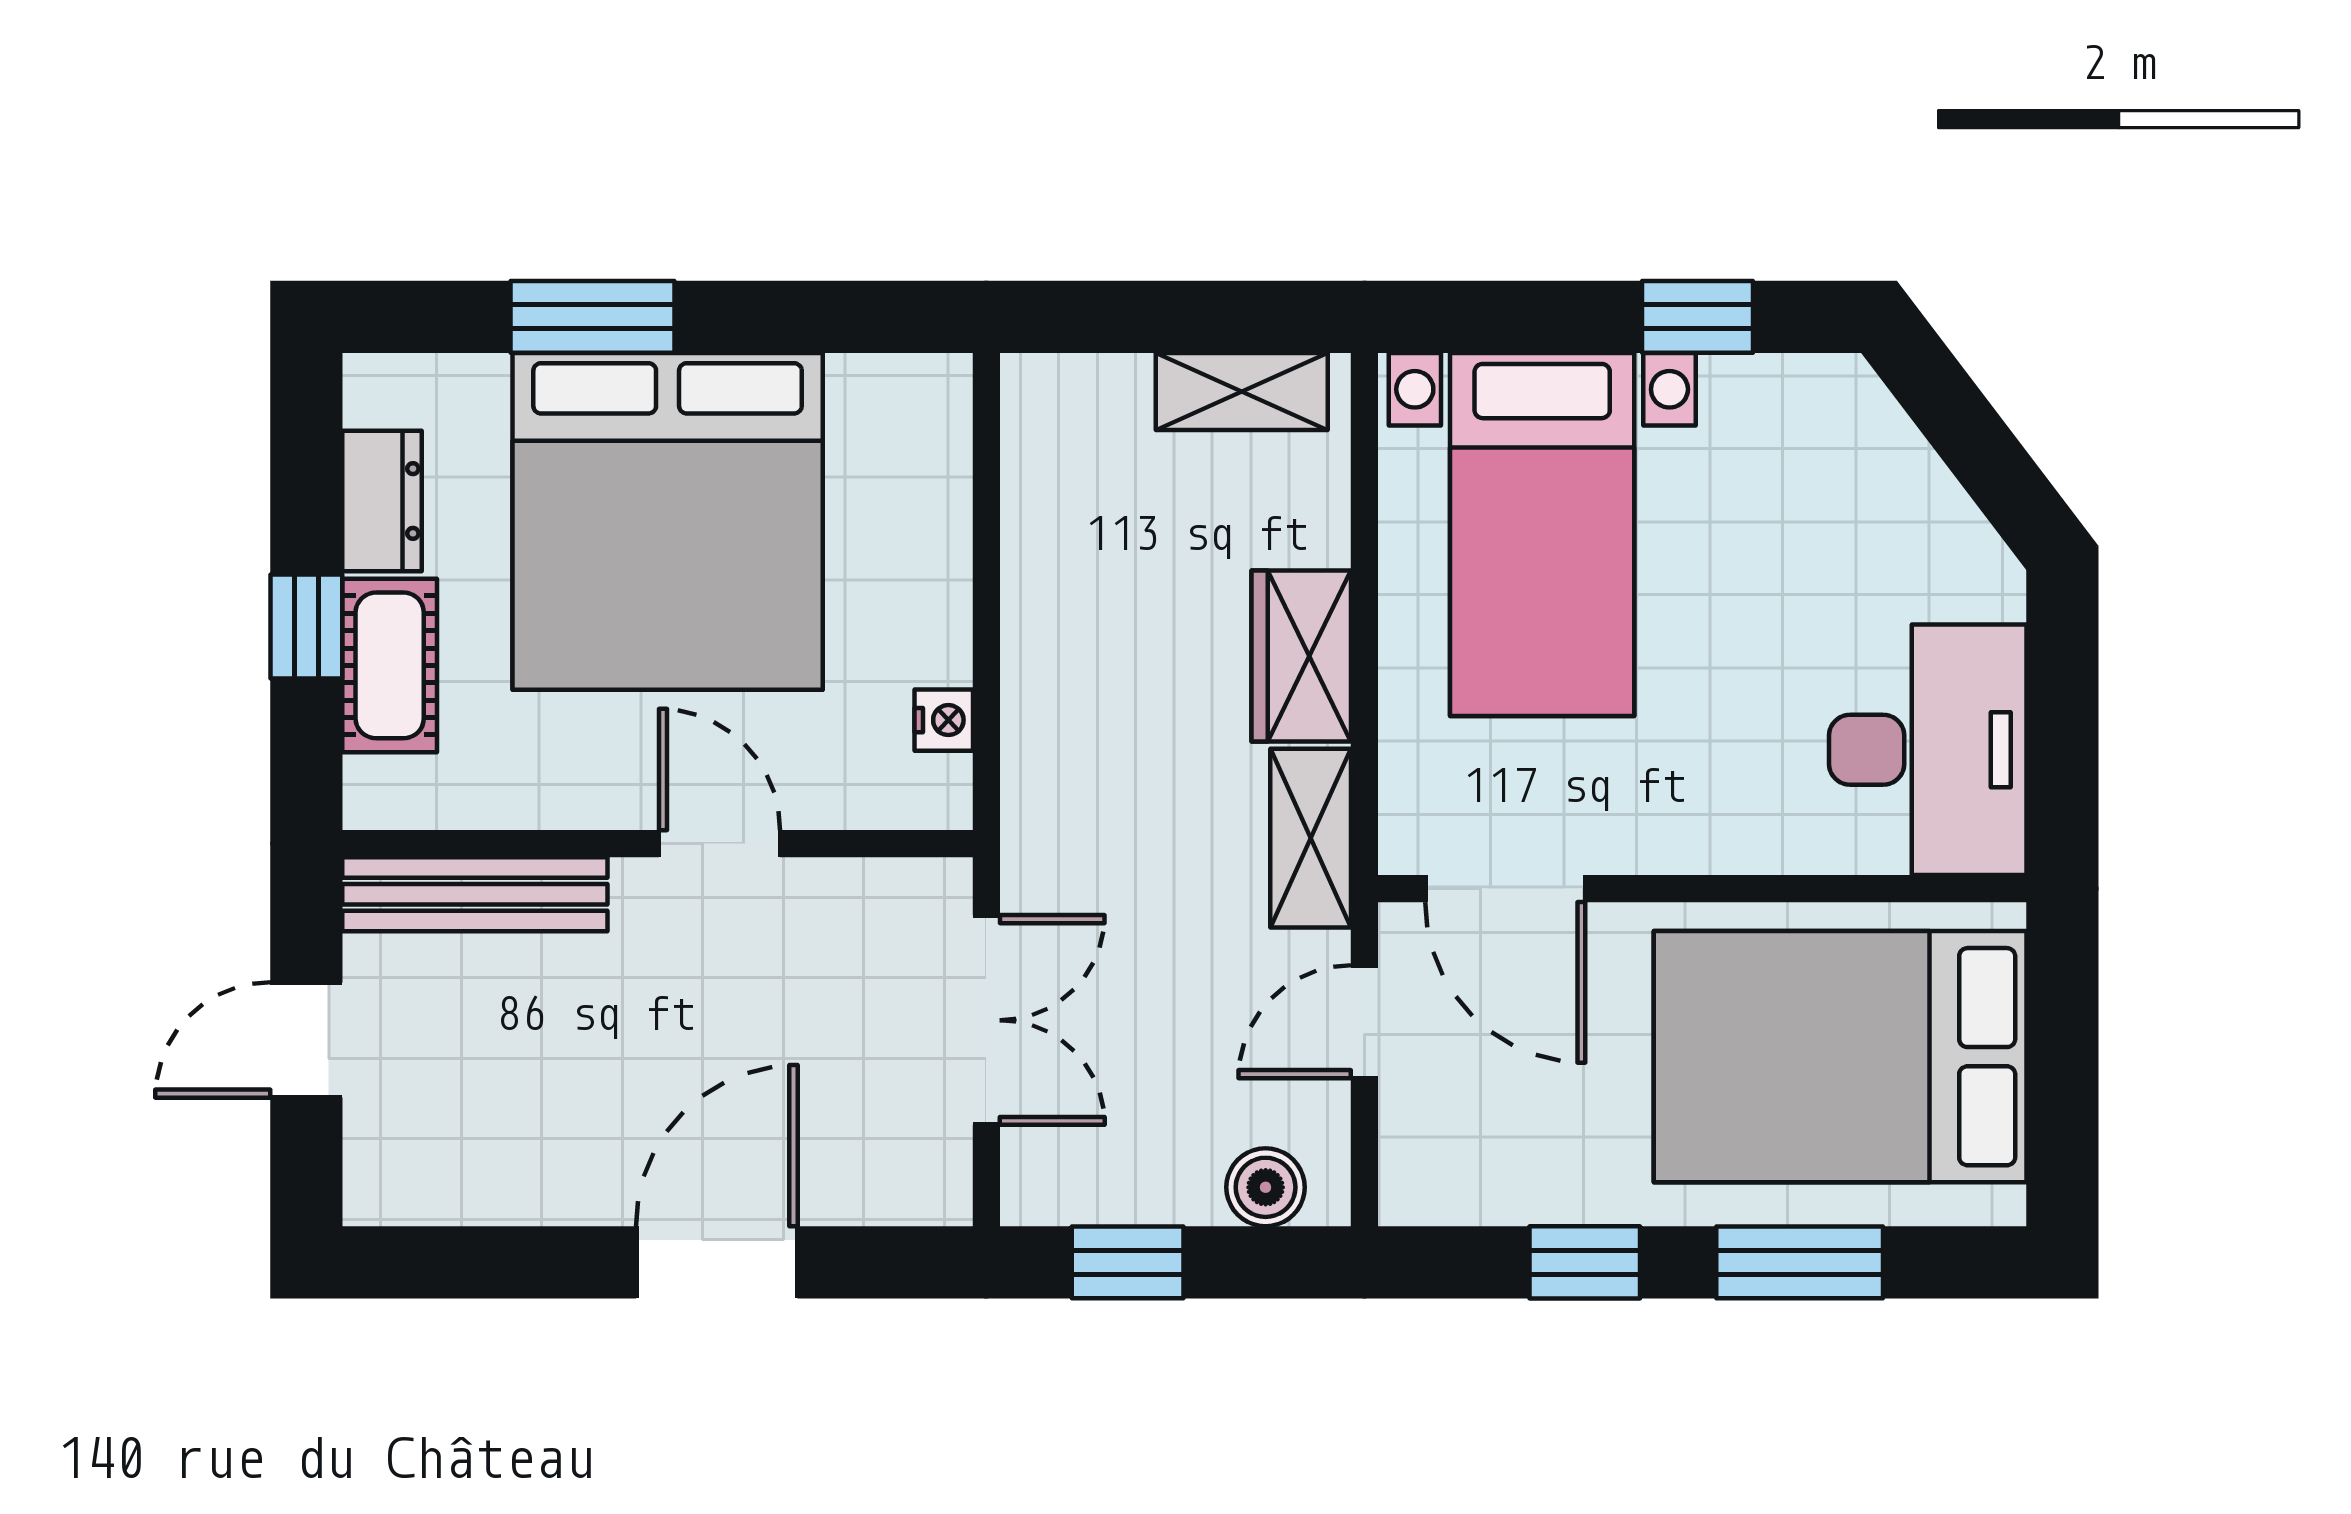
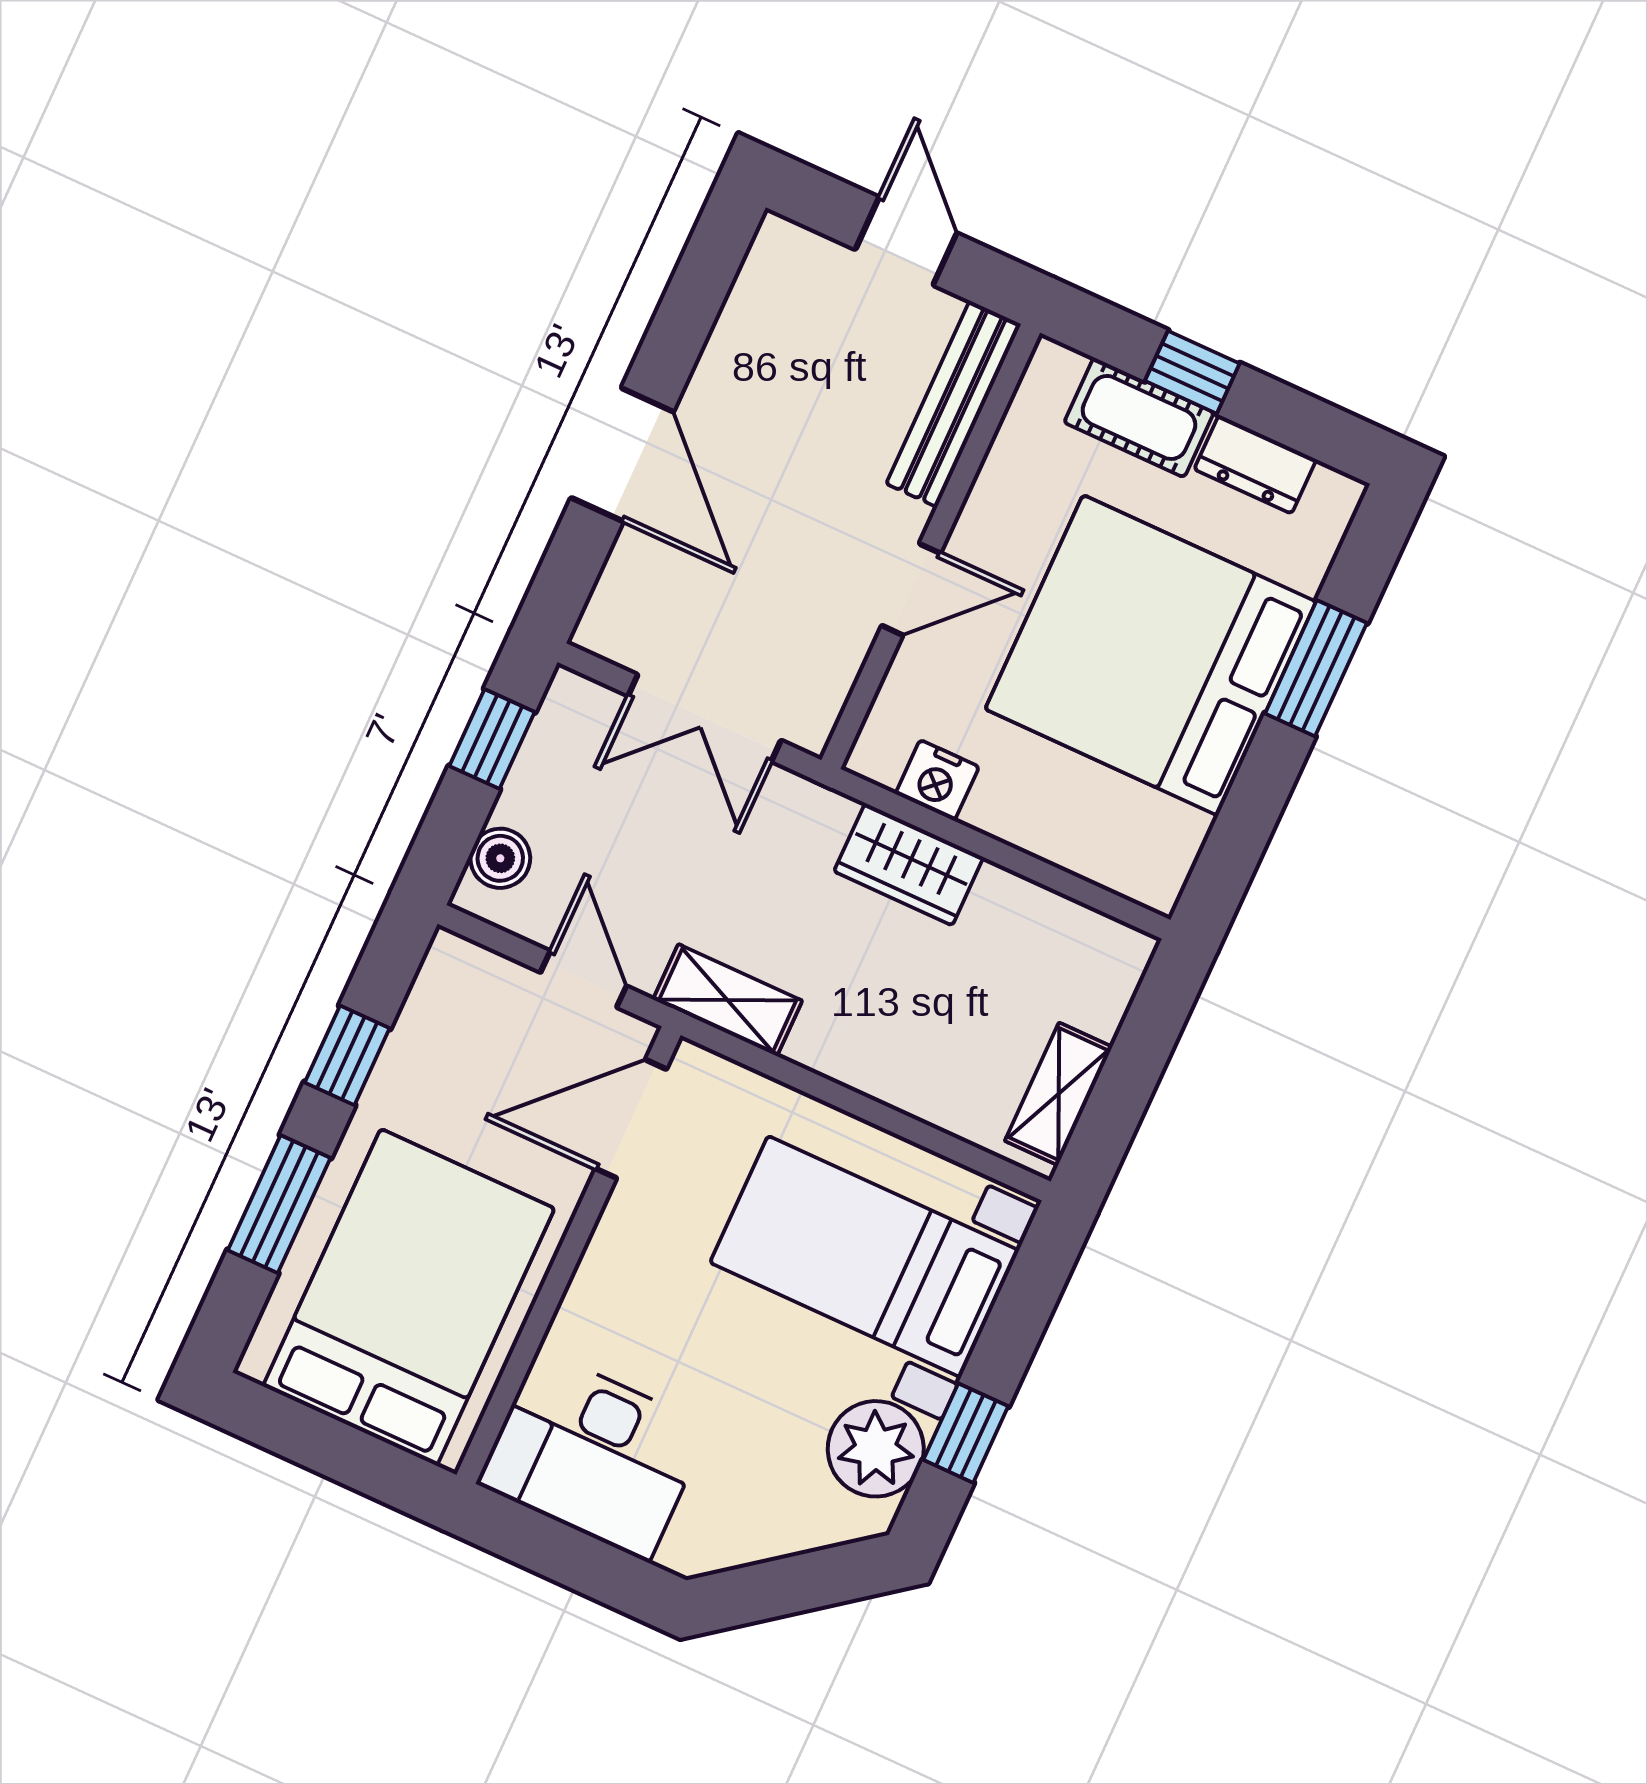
plant: (1766, 416) -> (876, 1449), added
wardrobe: (1301, 656) -> (909, 864), moved, turned 180
nightstand: (944, 720) -> (937, 780), width x1.39, depth x1.35

